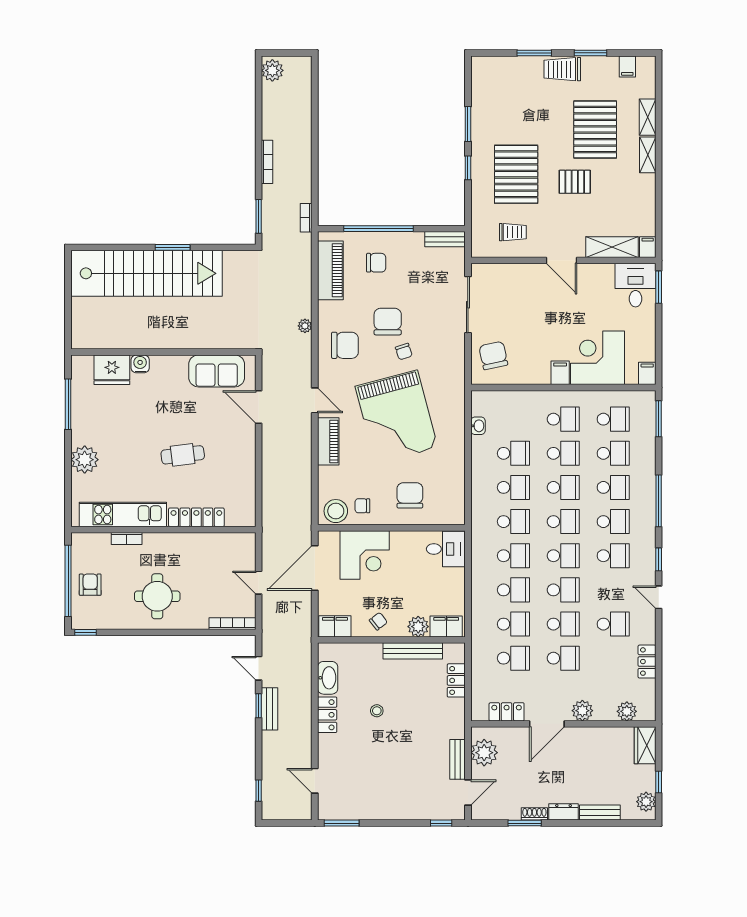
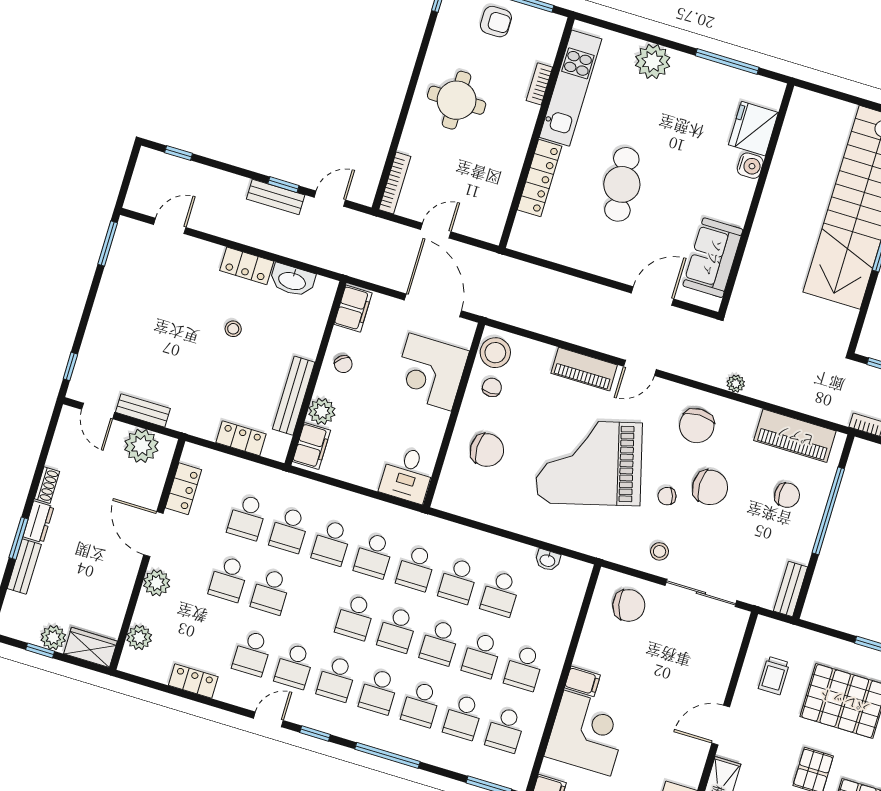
chair: (376, 263) -> (787, 495), turned -90
stool: (446, 345) -> (660, 551), added
cafe table: (183, 455) -> (622, 184), width x1.37, depth x1.35
school desk: (563, 590) -> (294, 666), moved
plant: (646, 802) -> (53, 638), moved
window: (525, 823) -> (19, 538), moved

